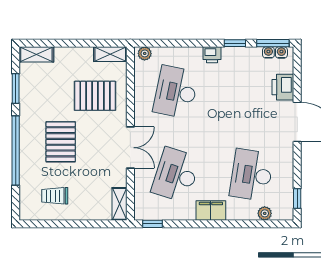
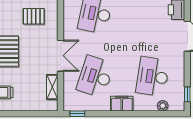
pallet: (95, 96) -> (34, 16), width x0.67, depth x0.71
shelving: (119, 204) -> (52, 87), moved

